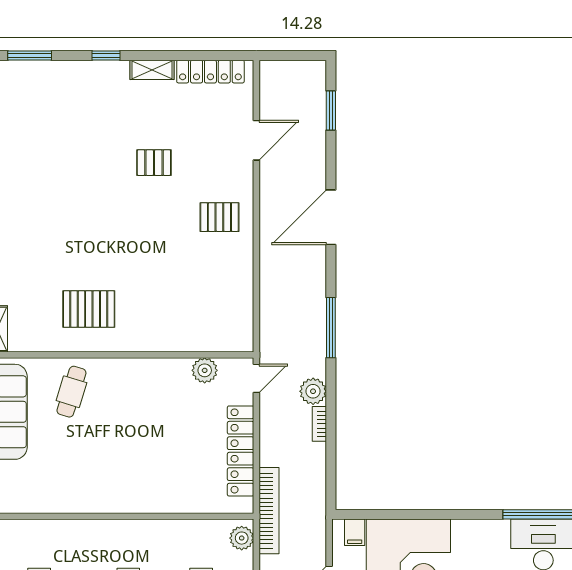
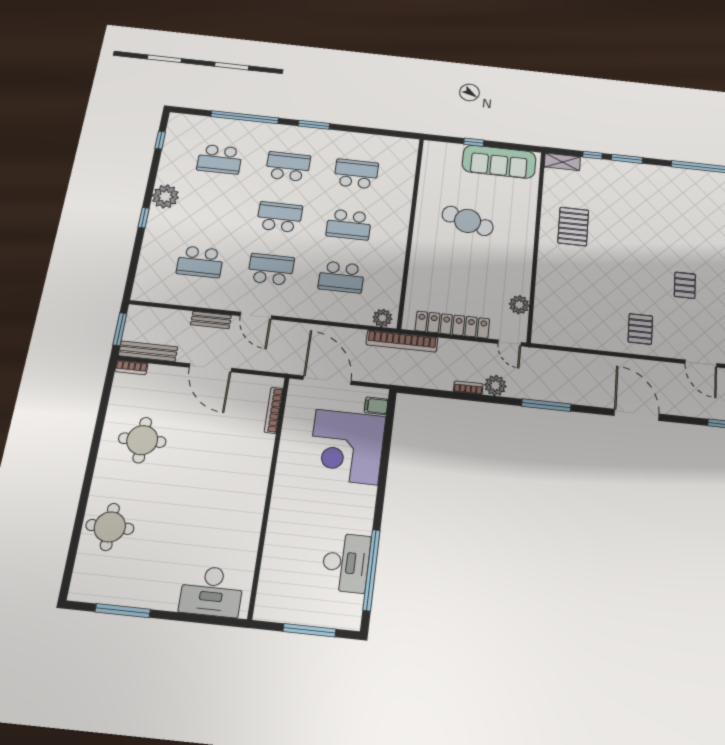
cafe table: (71, 392) -> (468, 221), moved, width x1.37, depth x1.35

